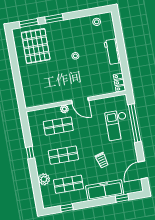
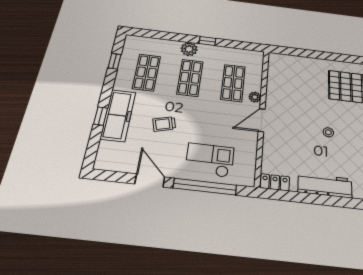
workbench: (112, 52) -> (325, 186), width x1.38
door: (143, 170) -> (150, 180), moved
plant: (44, 179) -> (189, 49), moved
window: (122, 198) -> (101, 116), moved

